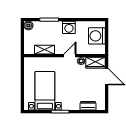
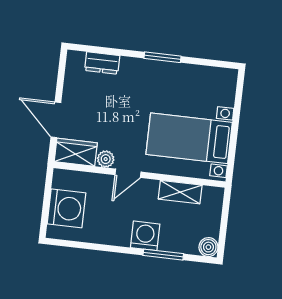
washing machine: (69, 27) -> (145, 236), moved
bed with nightstands: (45, 91) -> (189, 138), moved, turned 90

